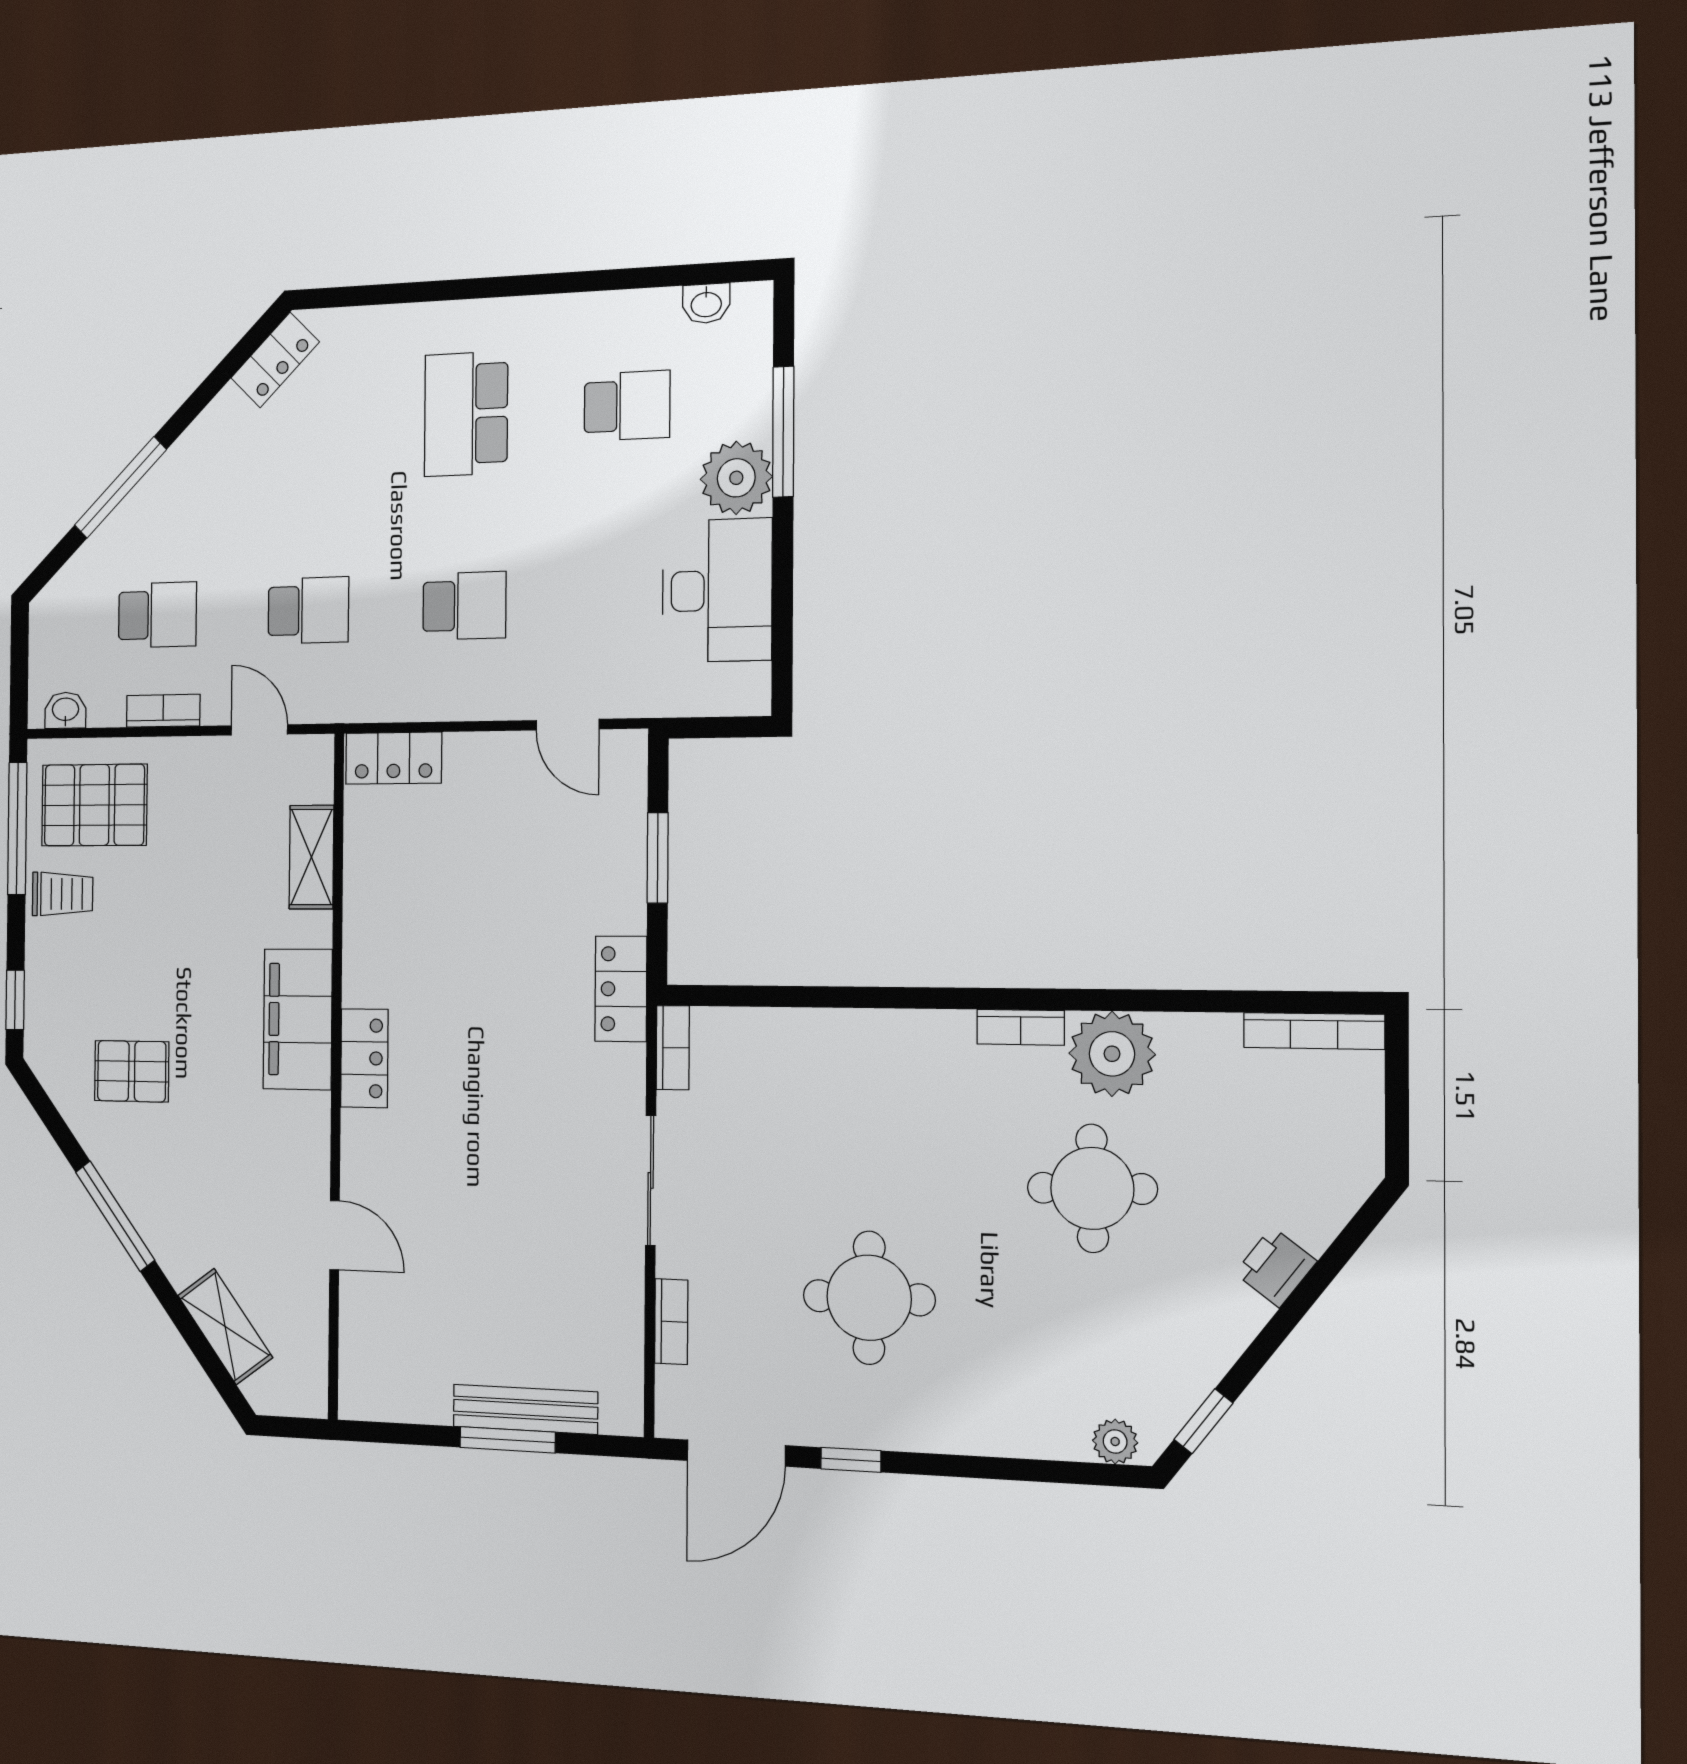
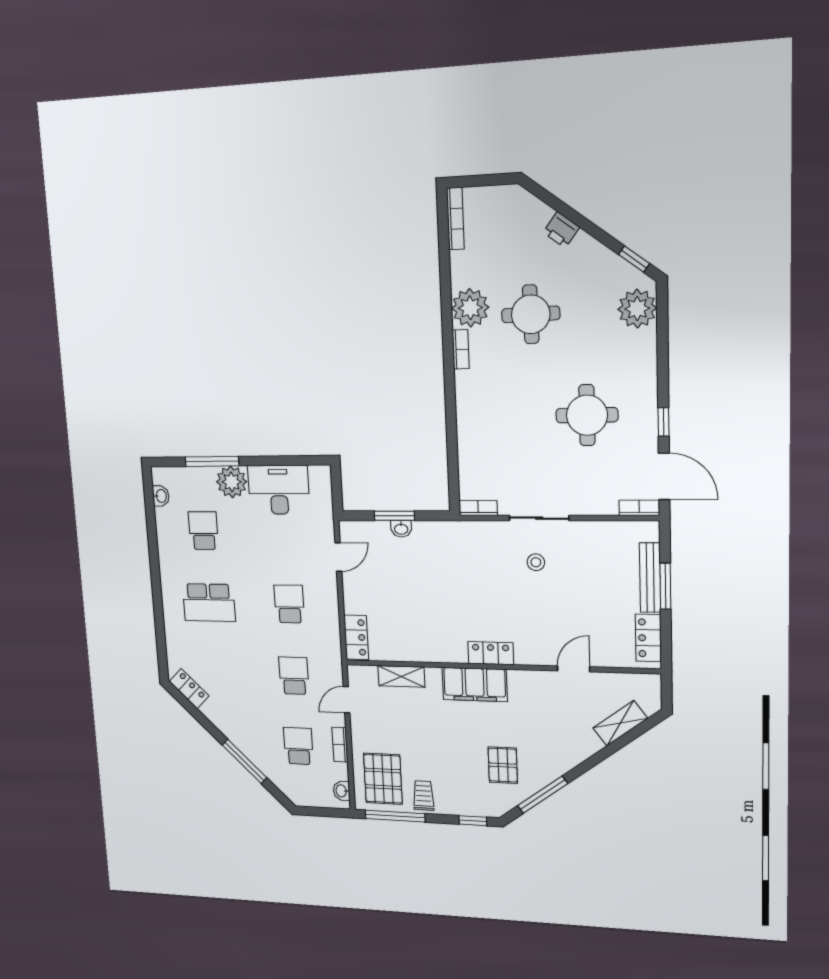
washbasin: (629, 872) -> (401, 529), added
locker: (621, 989) -> (648, 638), moved, turned 90
stool: (557, 1168) -> (536, 562), added
window: (115, 1216) -> (543, 795), moved
bookcase: (671, 1322) -> (639, 508), moved
plant: (1115, 1442) -> (637, 309), width x1.88, depth x1.88

